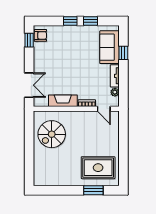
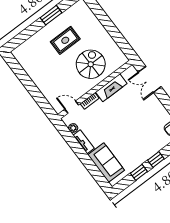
window: (123, 53) -> (91, 166), removed
spiral stairs: (52, 134) -> (91, 64), moved
rug: (98, 168) -> (65, 40), moved, width x0.73, depth x0.70
window: (93, 190) -> (51, 15), moved

